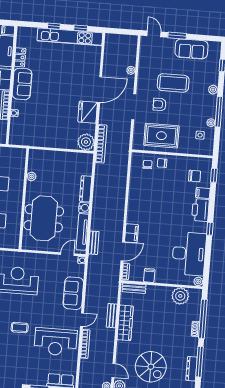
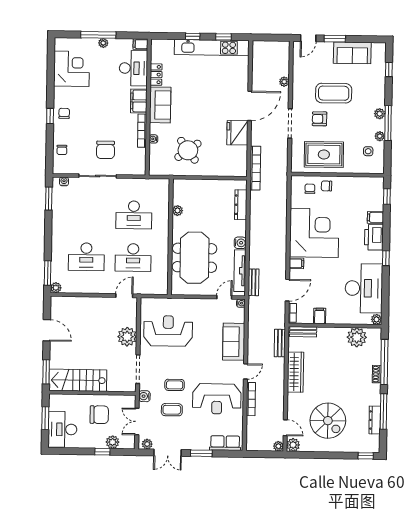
door: (154, 34) -> (308, 38), swing flipped
plant: (213, 90) -> (380, 114), moved
round table: (44, 125) -> (188, 150), added
plant: (86, 142) -> (238, 167), removed
chair: (195, 176) -> (365, 199), removed
dresser: (86, 189) -> (241, 205), moved
corner desk: (149, 203) -> (314, 233), added
filing cabinet: (132, 233) -> (296, 263), width x0.50
bench: (112, 316) -> (280, 343), moved
coffee table: (16, 349) -> (172, 410), added

